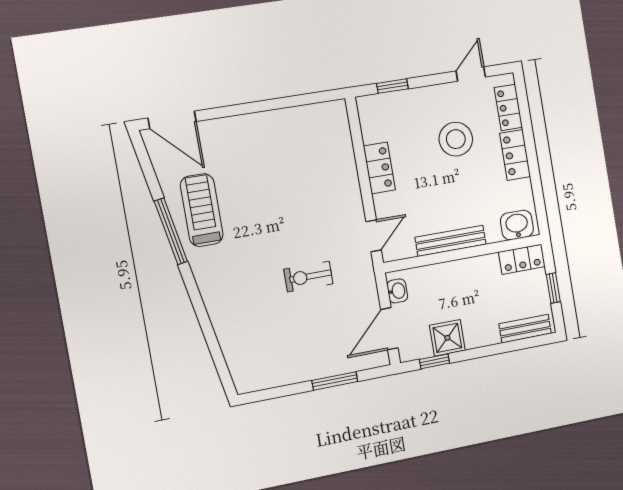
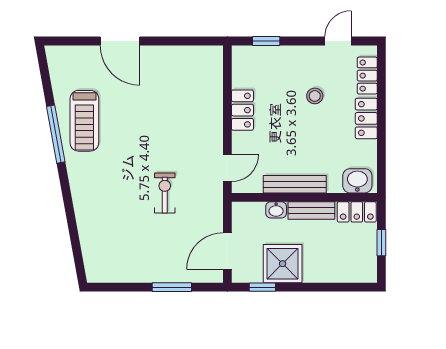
door: (172, 120) -> (120, 41), moved
stool: (456, 139) -> (315, 96), width x0.53, depth x0.53
treadmill: (202, 210) -> (84, 121), turned 180
exercise bike: (308, 277) -> (165, 193), turned 90
washbasin: (397, 291) -> (276, 210), moved, turned 90
bench: (525, 329) -> (311, 210), moved
shower: (447, 338) -> (283, 264), width x1.36, depth x1.36

